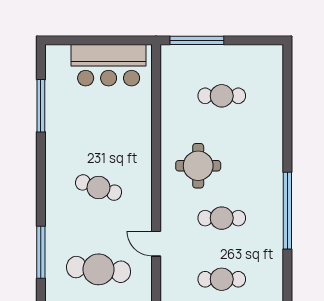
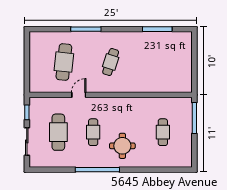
bar counter: (109, 65) -> (180, 68), removed
round table: (198, 166) -> (122, 146), moved
window: (41, 252) -> (86, 29), moved
cafe table: (222, 279) -> (58, 132), width x1.37, depth x1.35

